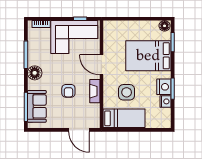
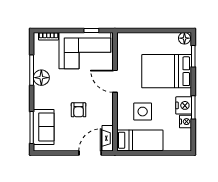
floor lamp: (35, 73) -> (41, 78), moved
fireplace: (95, 91) -> (108, 138), moved
door: (79, 130) -> (90, 153), swing flipped

